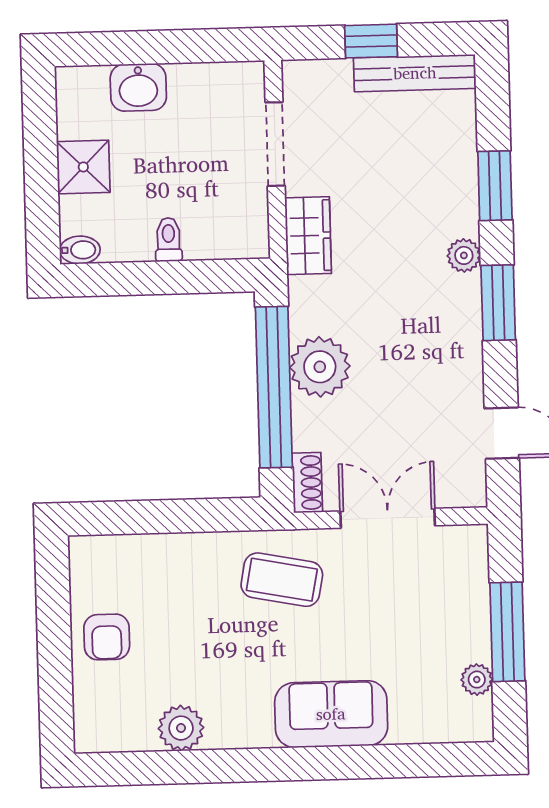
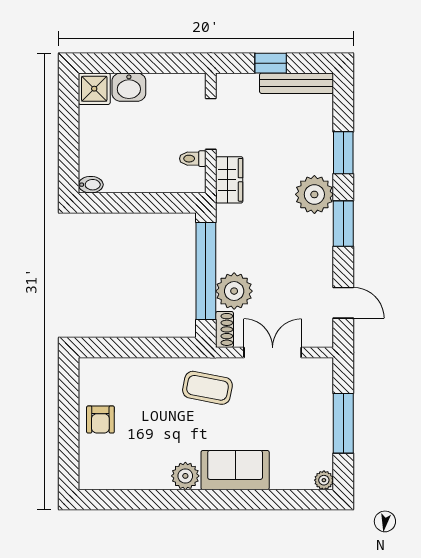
shower: (83, 167) -> (94, 89), moved
toilet: (169, 240) -> (193, 159), moved, turned -90
plant: (464, 255) -> (314, 194), width x1.87, depth x1.87
plant: (320, 367) -> (234, 291), moved
plant: (477, 680) -> (324, 480), moved
plant: (181, 728) -> (185, 476), moved

